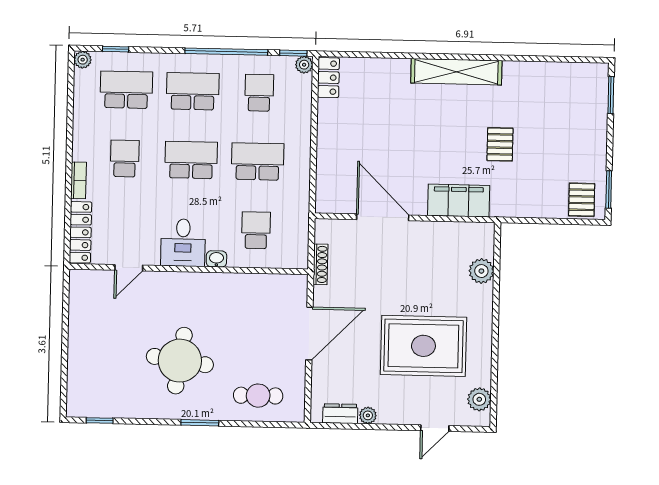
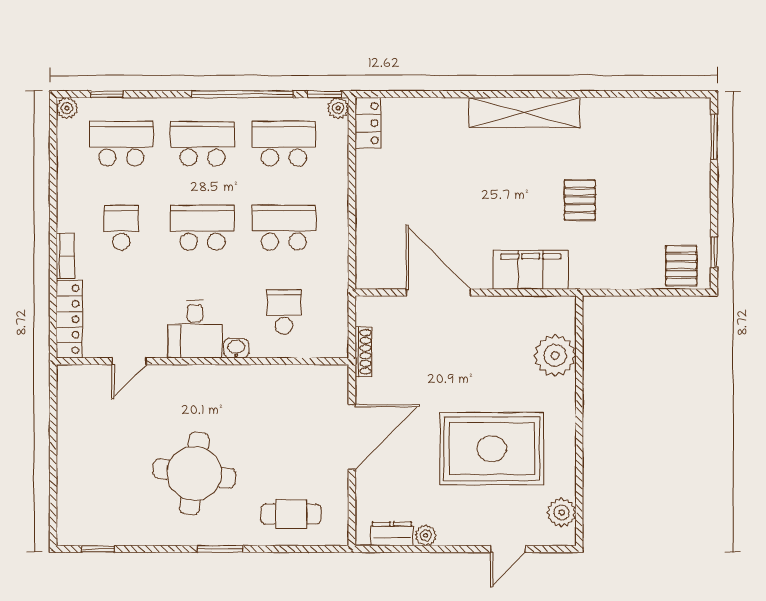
school desk: (259, 93) -> (284, 144), width x1.85
window: (609, 189) -> (714, 252), width x0.67
plant: (481, 271) -> (555, 355), width x1.36, depth x1.36

